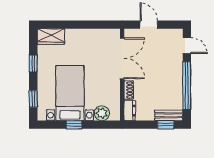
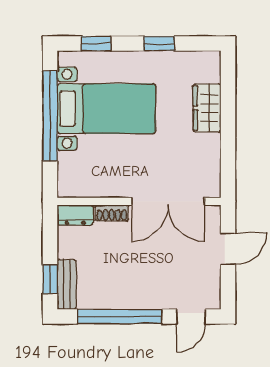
wardrobe: (51, 36) -> (207, 108), moved
plant: (102, 113) -> (71, 166), removed
window: (74, 125) -> (50, 116), width x3.17

